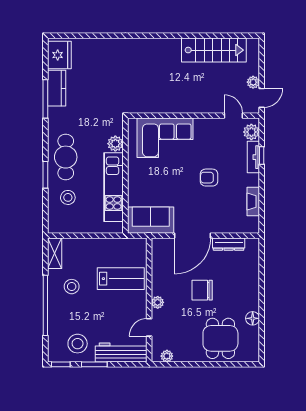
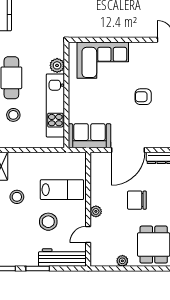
stool: (78, 344) -> (48, 222), moved
plant: (167, 356) -> (122, 261), moved

